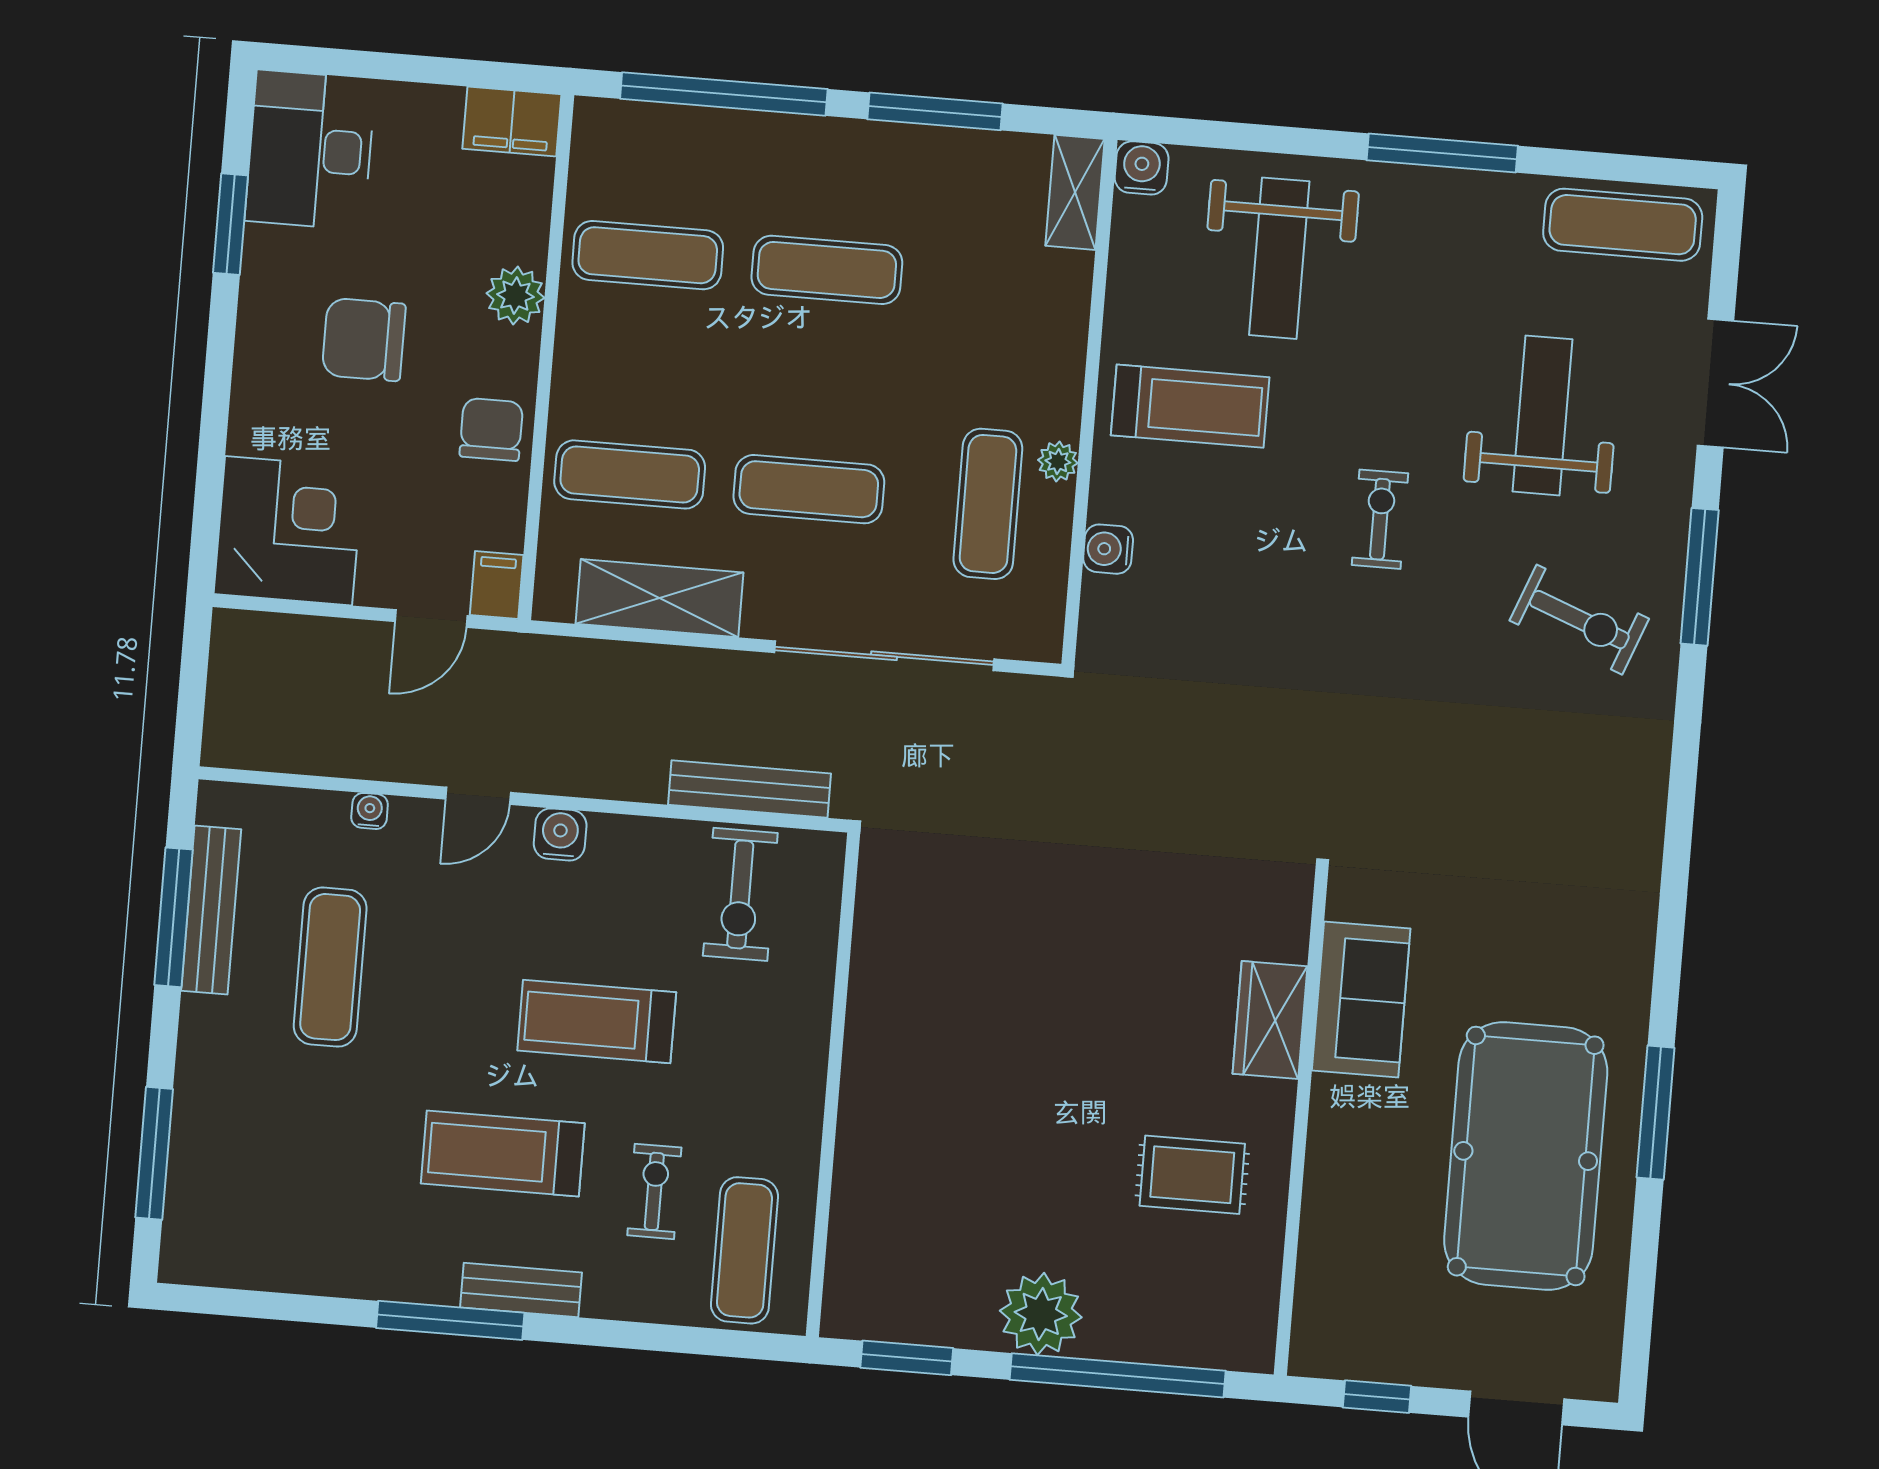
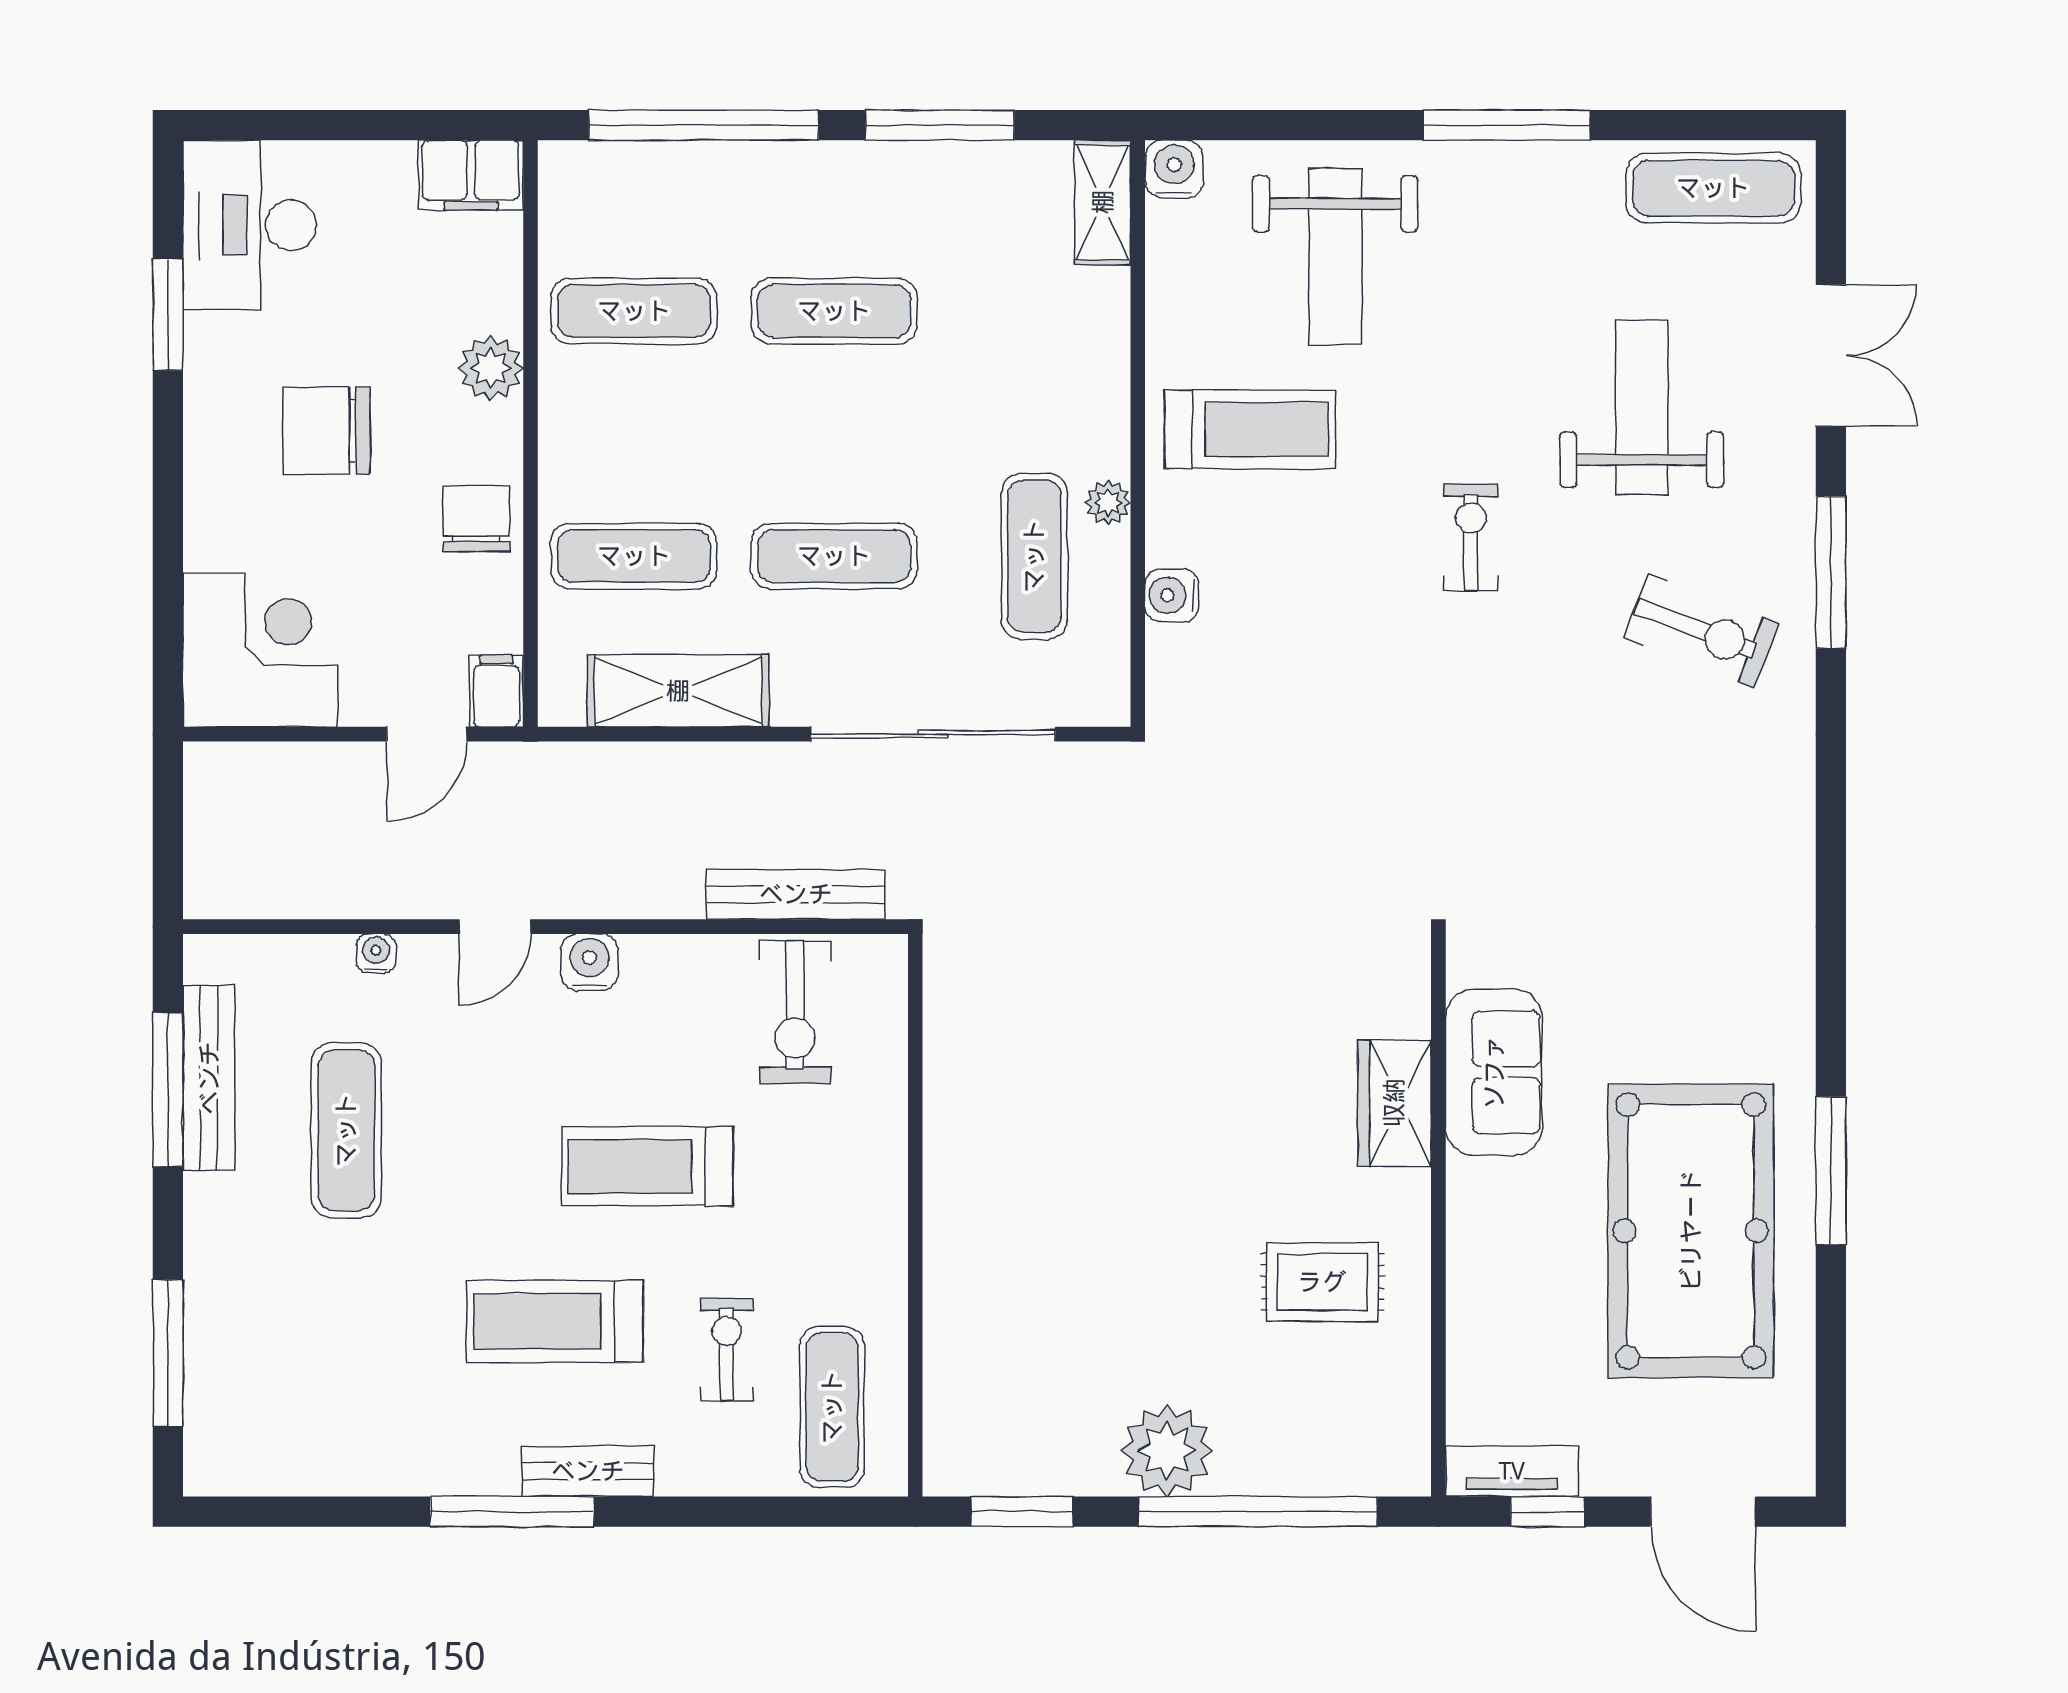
tv unit: (1348, 1358) -> (1512, 1471), added

